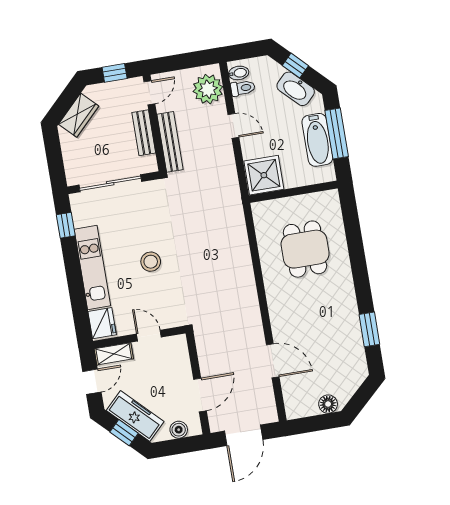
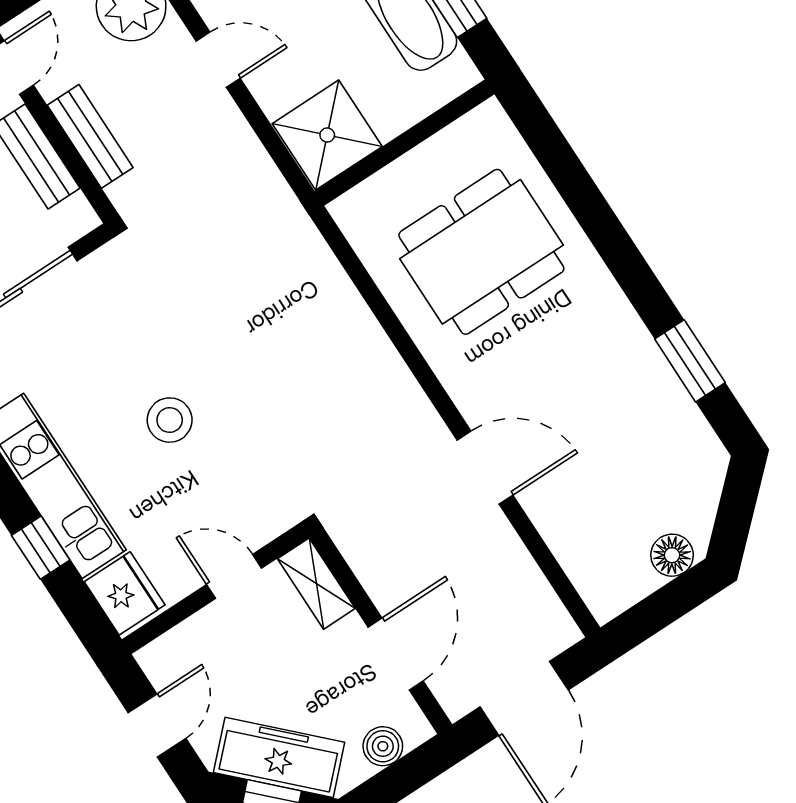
bench: (170, 142) -> (90, 136), width x0.73
dining table: (305, 249) -> (481, 252), width x1.38
window: (77, 290) -> (41, 548), added
shelving: (114, 354) -> (316, 584), moved, turned 90
door: (273, 361) -> (485, 468), moved

